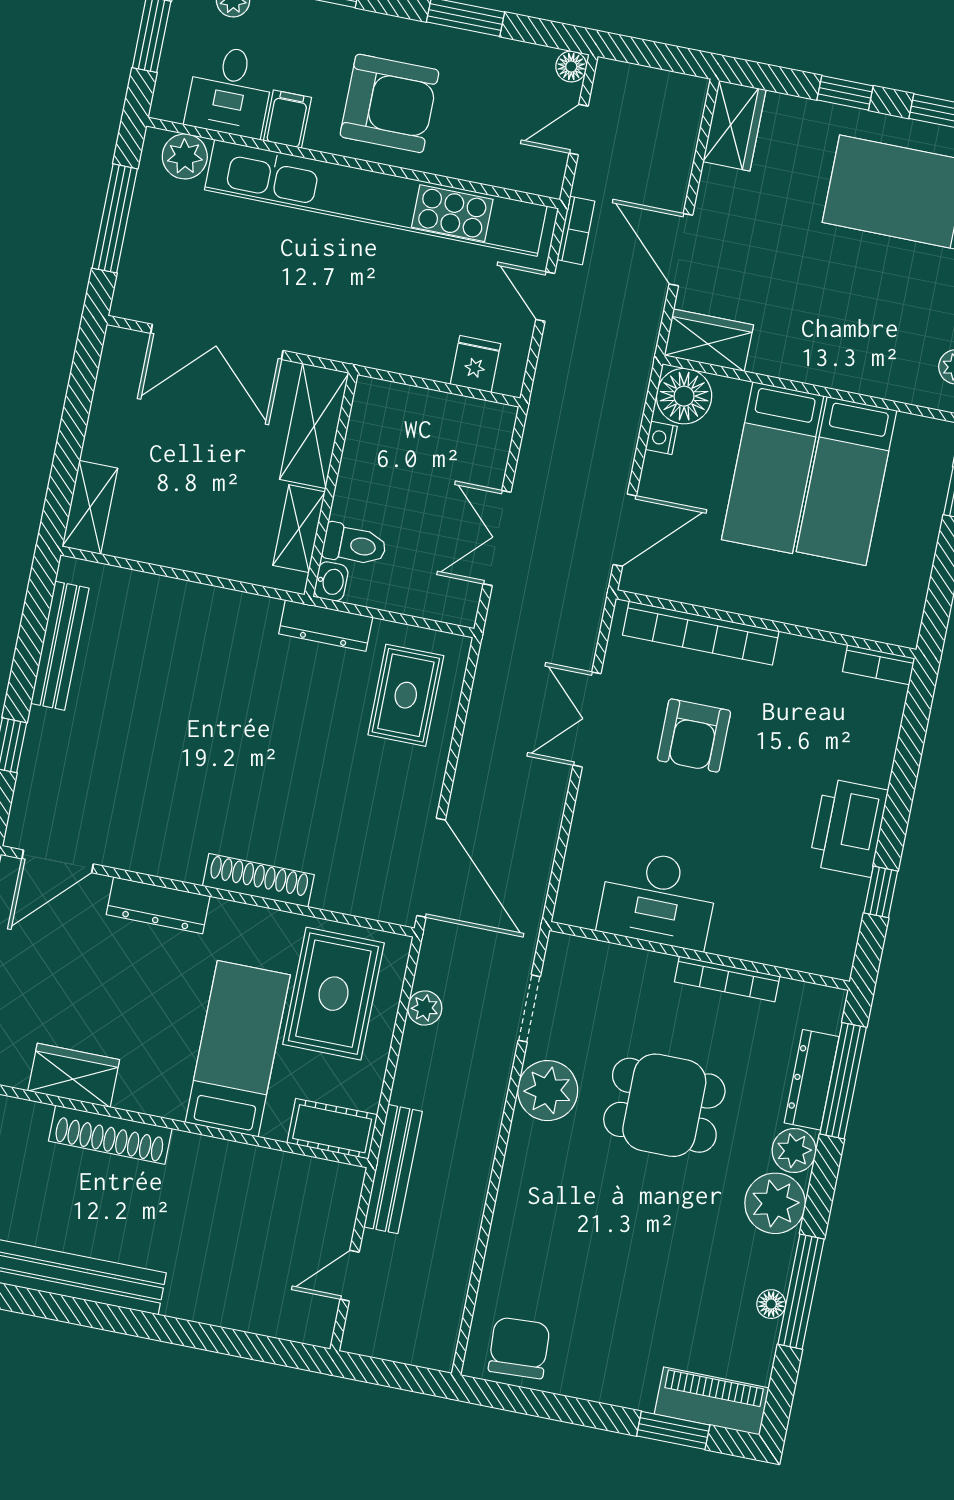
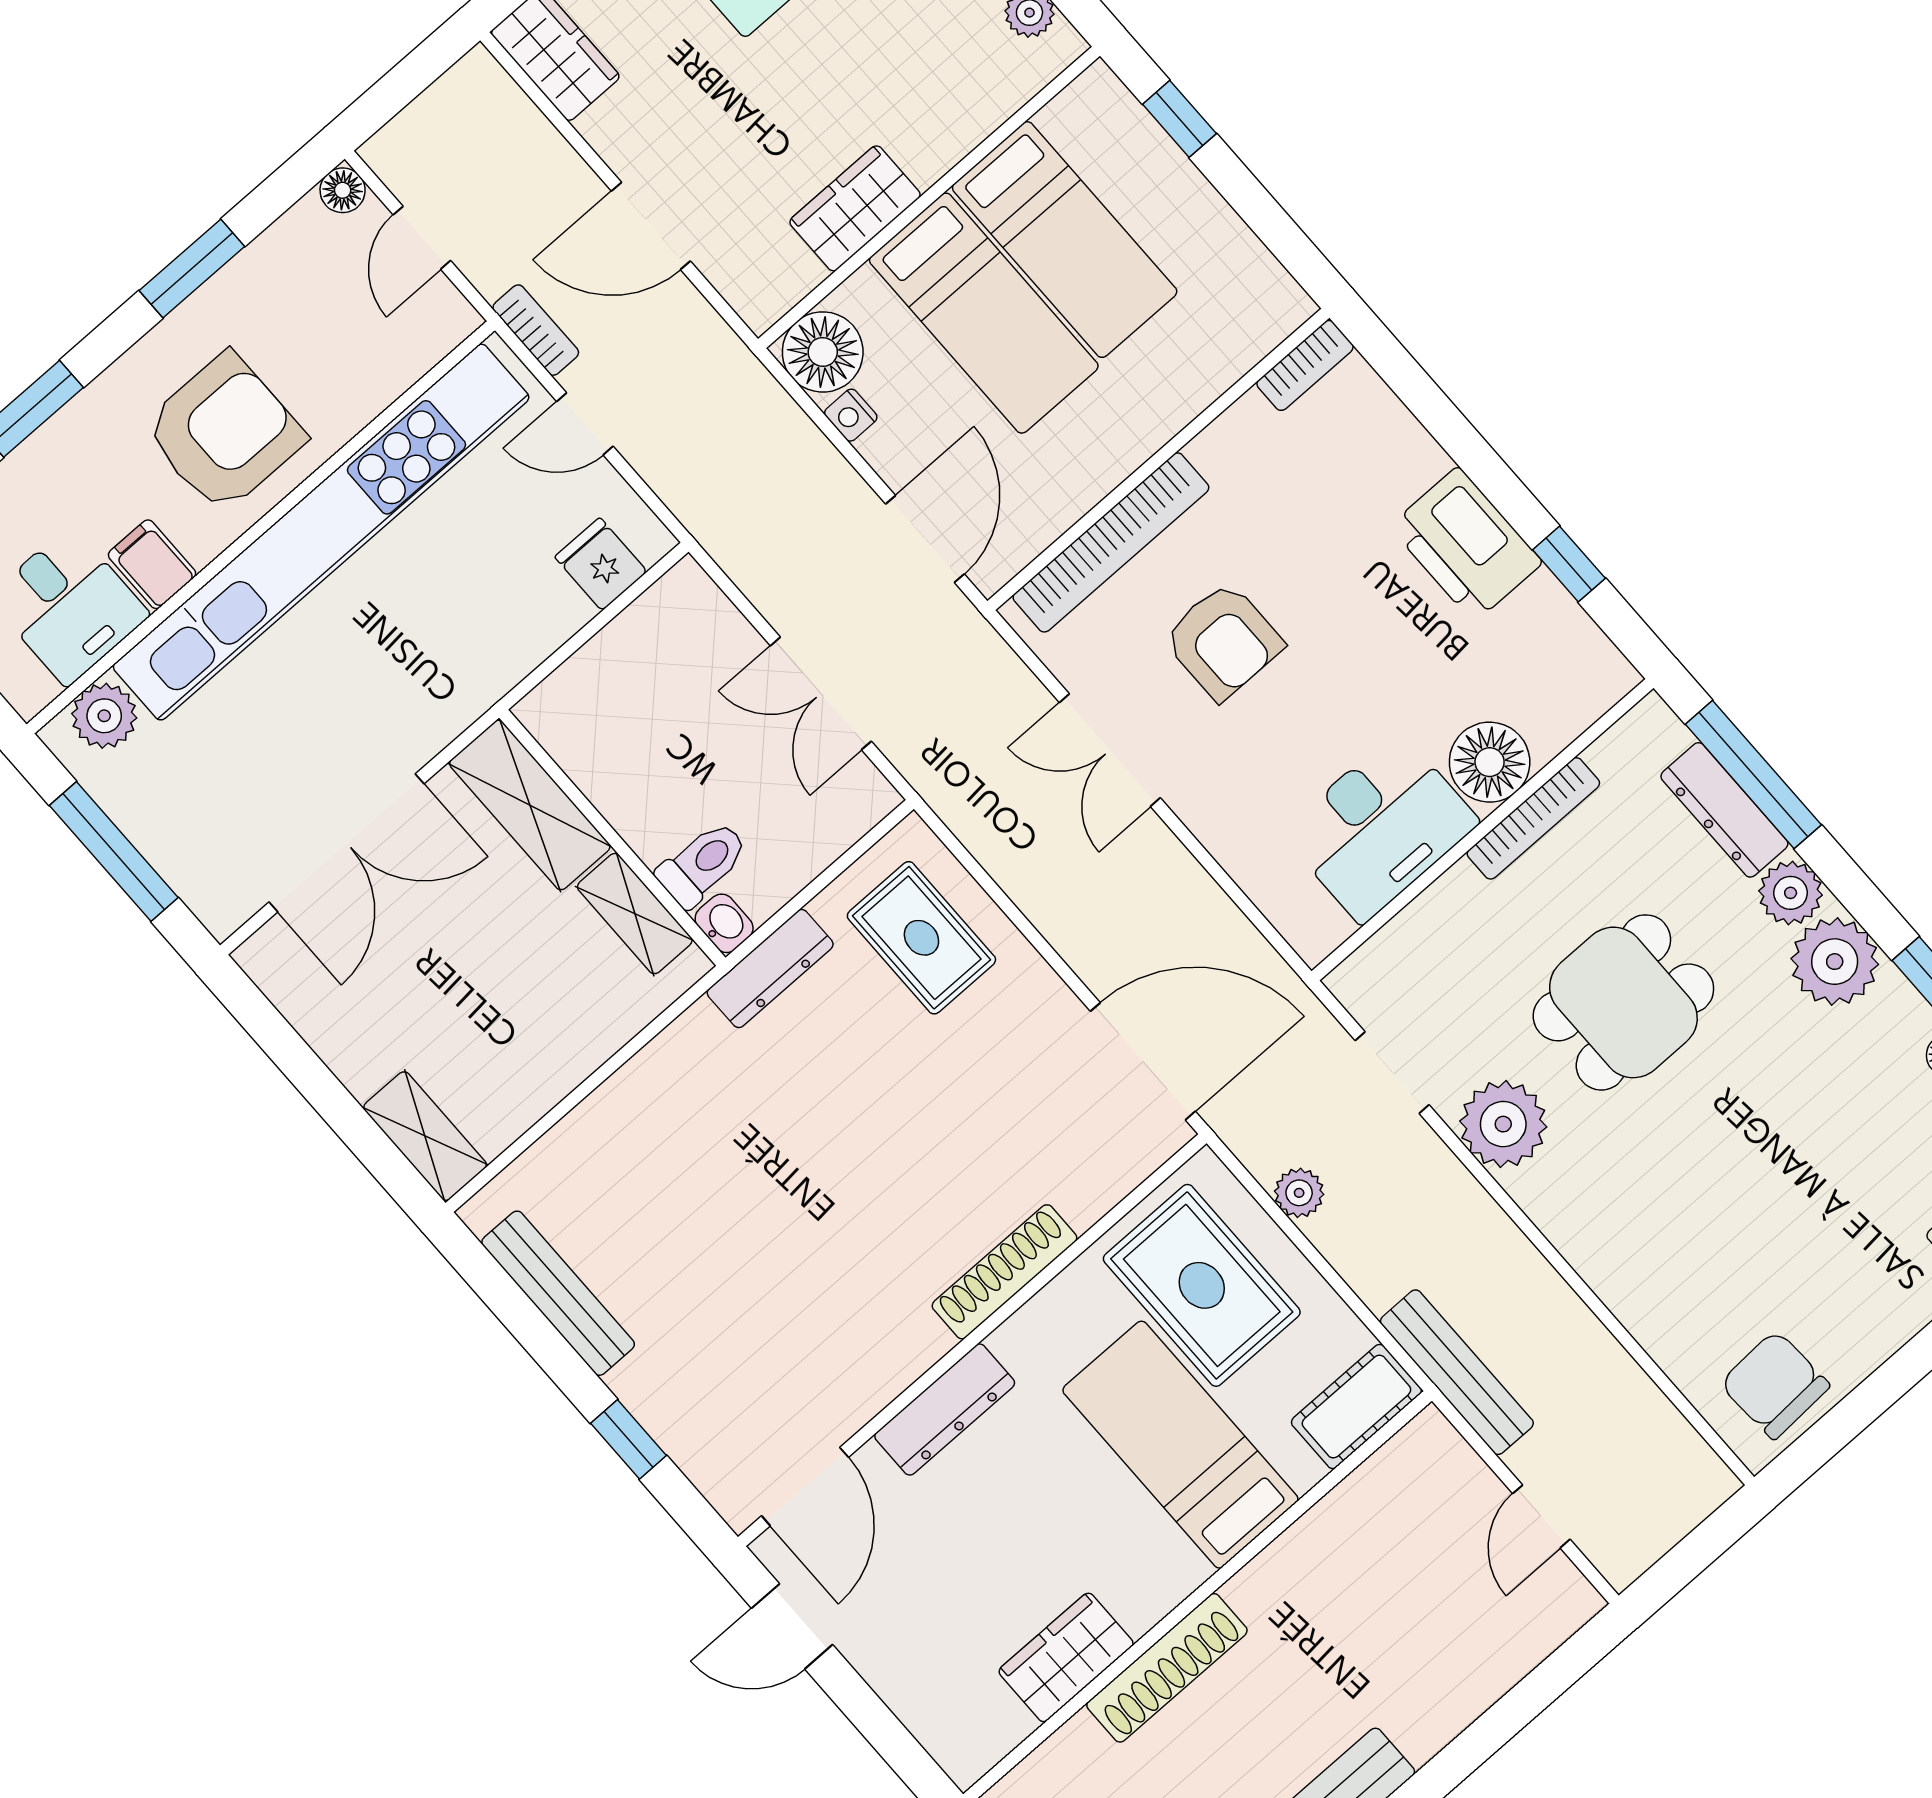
wardrobe: (709, 340) -> (855, 208), moved
floor lamp: (739, 932) -> (1490, 762), added

